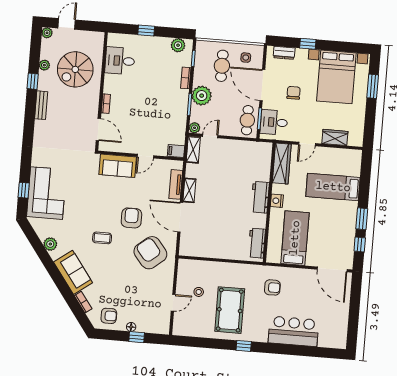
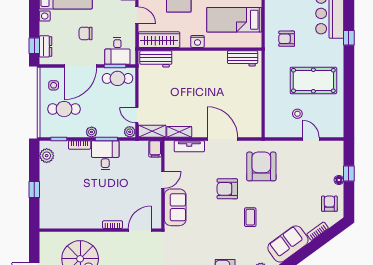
window: (308, 44) -> (34, 46), moved
desk: (120, 61) -> (105, 155), moved, turned 180
plant: (202, 96) -> (92, 132), width x0.53, depth x0.53
door: (145, 156) -> (163, 180), hinge flipped
shelving: (189, 190) -> (179, 132), moved
workbench: (260, 197) -> (156, 59), moved
door: (180, 217) -> (223, 139), swing flipped
armchair: (150, 253) -> (261, 166), turned 129
armchair: (272, 287) -> (287, 39), turned -90
window: (244, 346) -> (349, 38), moved

